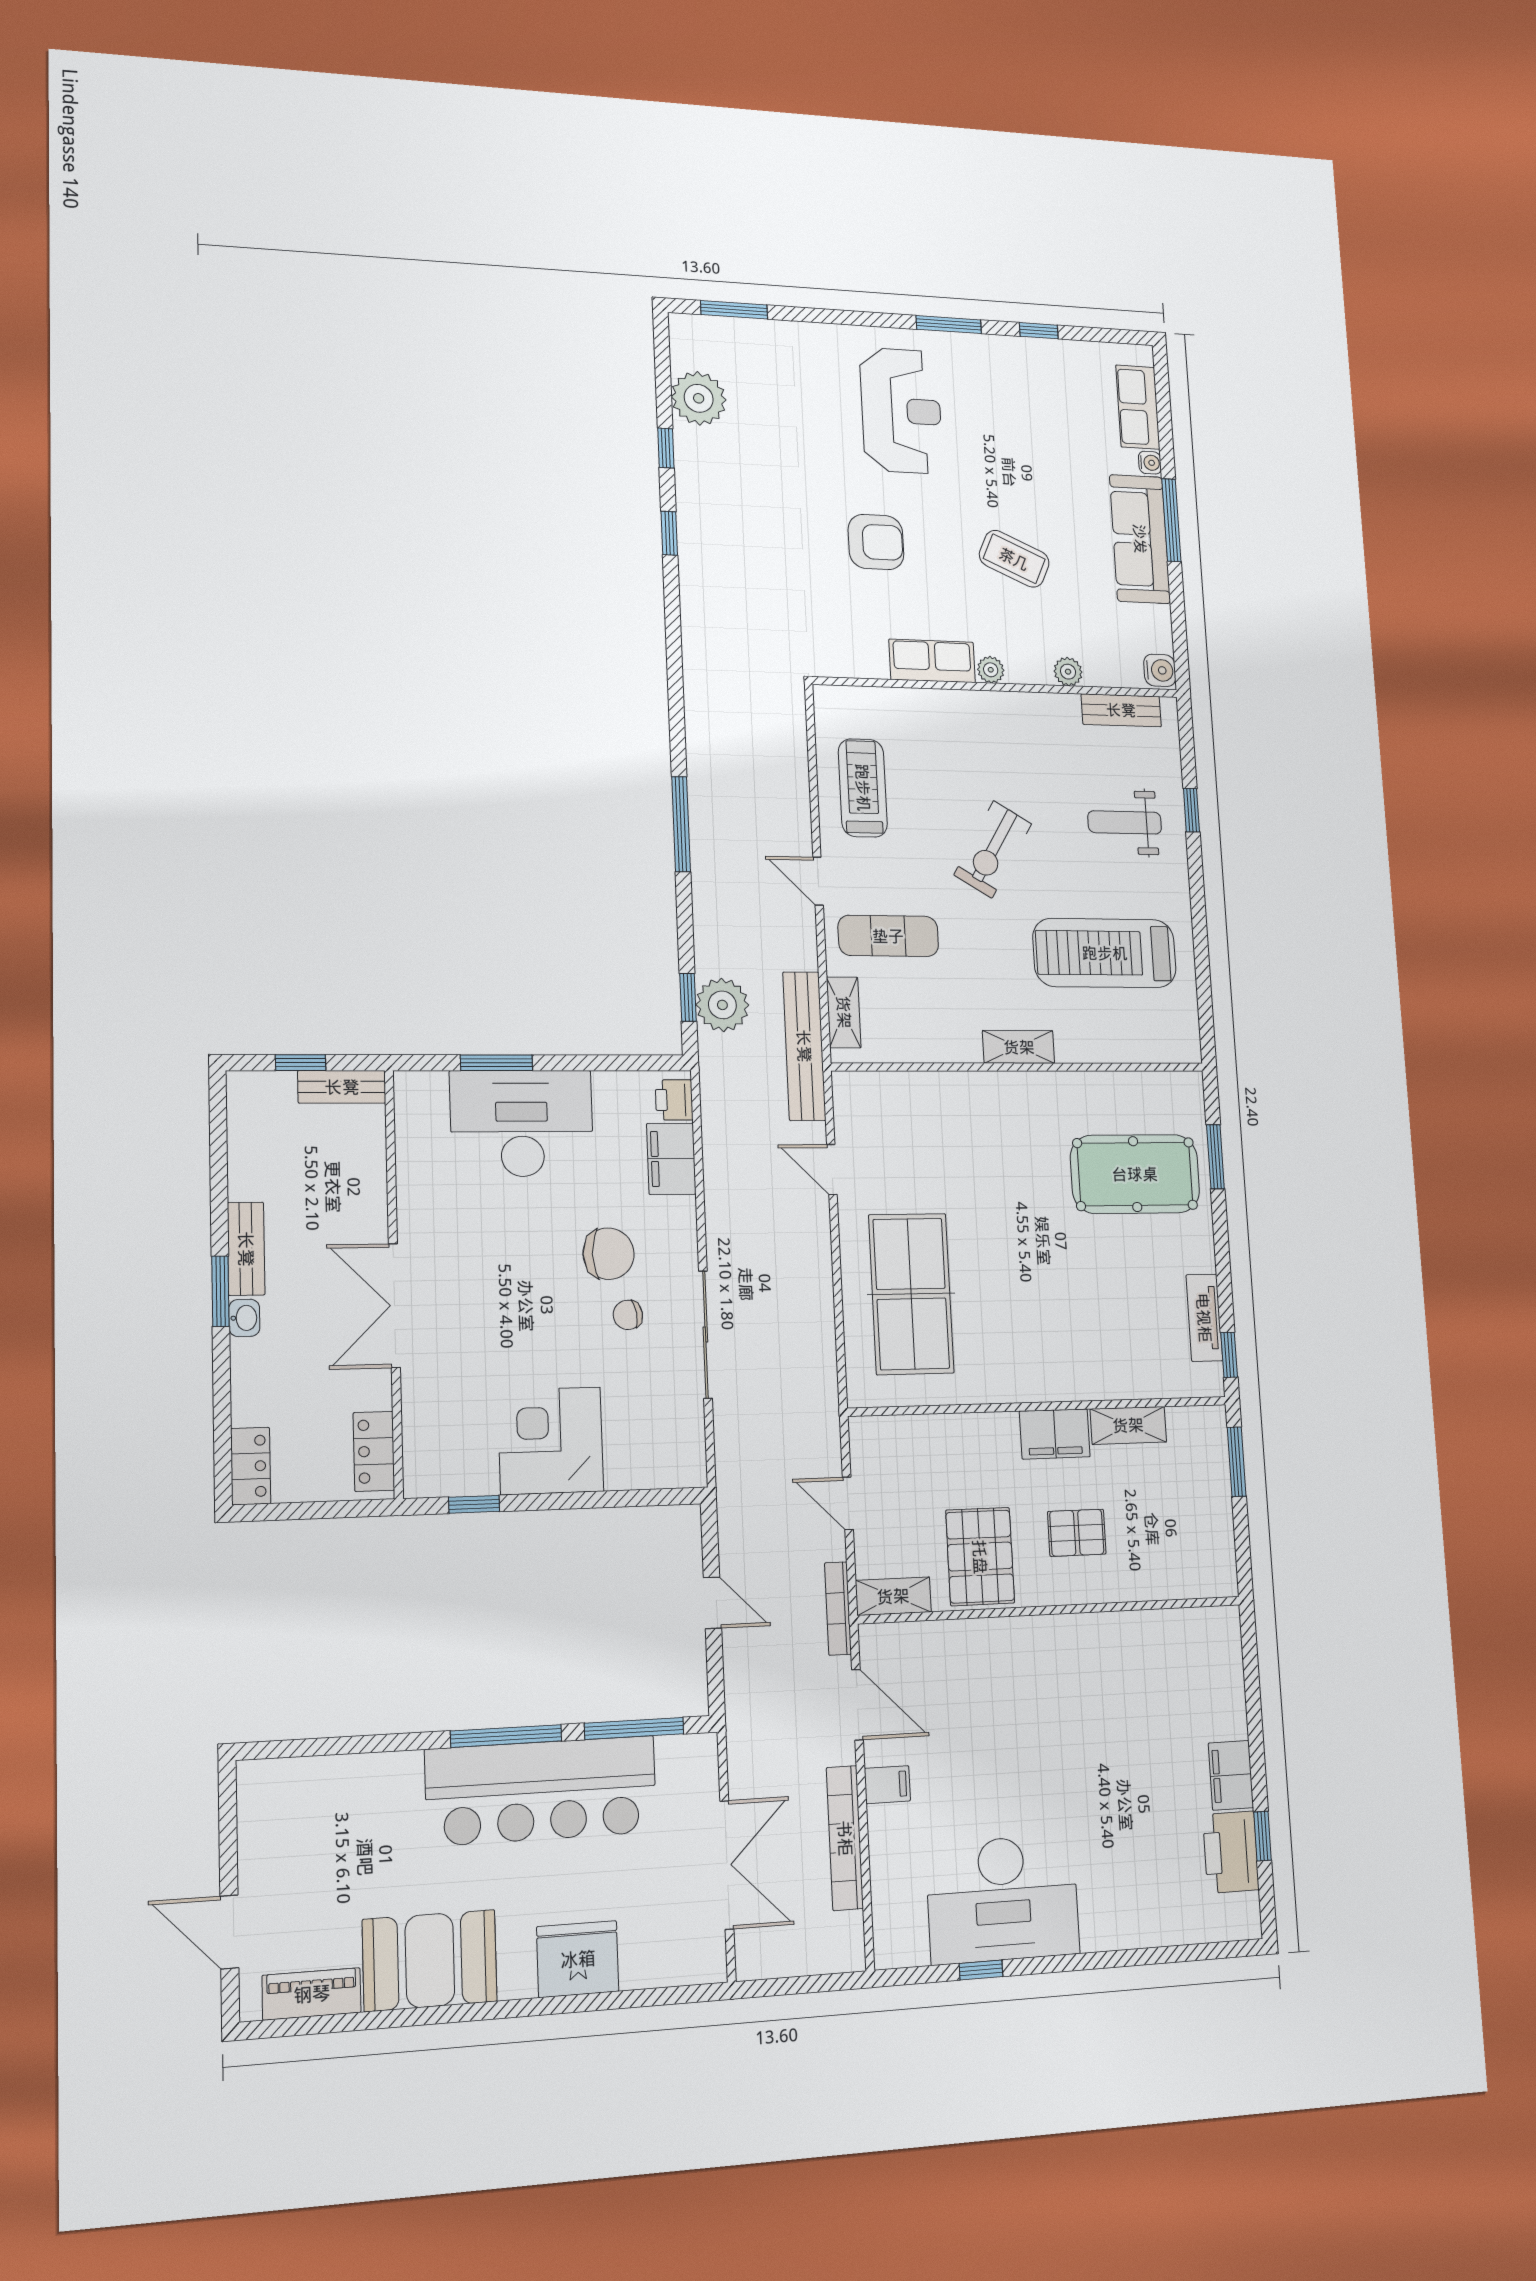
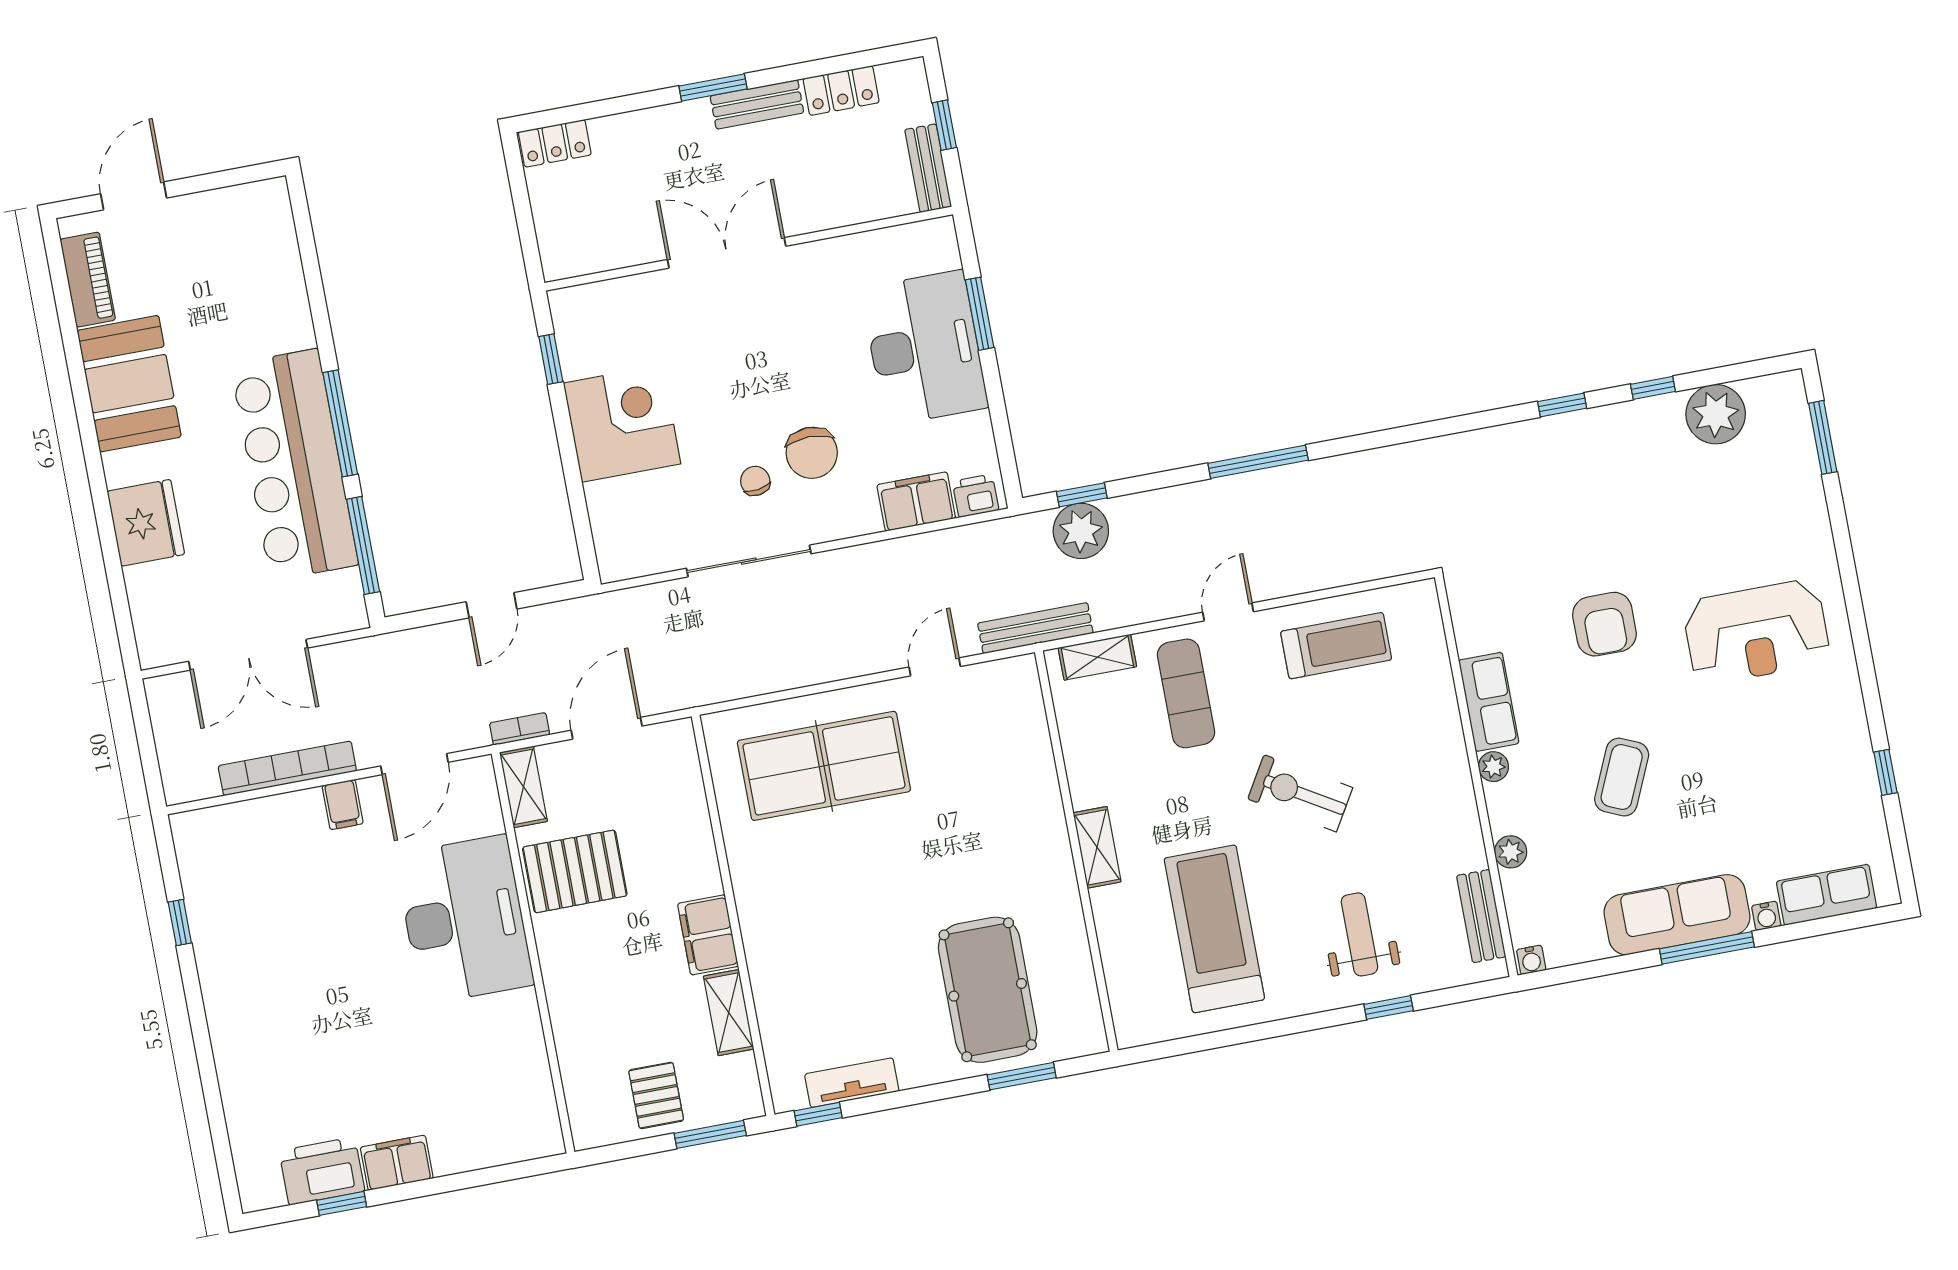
window: (949, 325) -> (1867, 672), removed
water cooler: (1160, 670) -> (1531, 960), width x0.72, depth x0.72
bench: (804, 1046) -> (1035, 628), width x0.73, depth x0.82
washbasin: (244, 1318) -> (692, 114), removed
locker: (374, 1451) -> (841, 91), moved, turned 180
door: (848, 1503) -> (607, 728), width x1.38
pallet: (1077, 1533) -> (656, 1095), moved
bookcase: (838, 1608) -> (520, 729), width x0.64
desk: (1003, 1899) -> (464, 920), moved, turned 180

